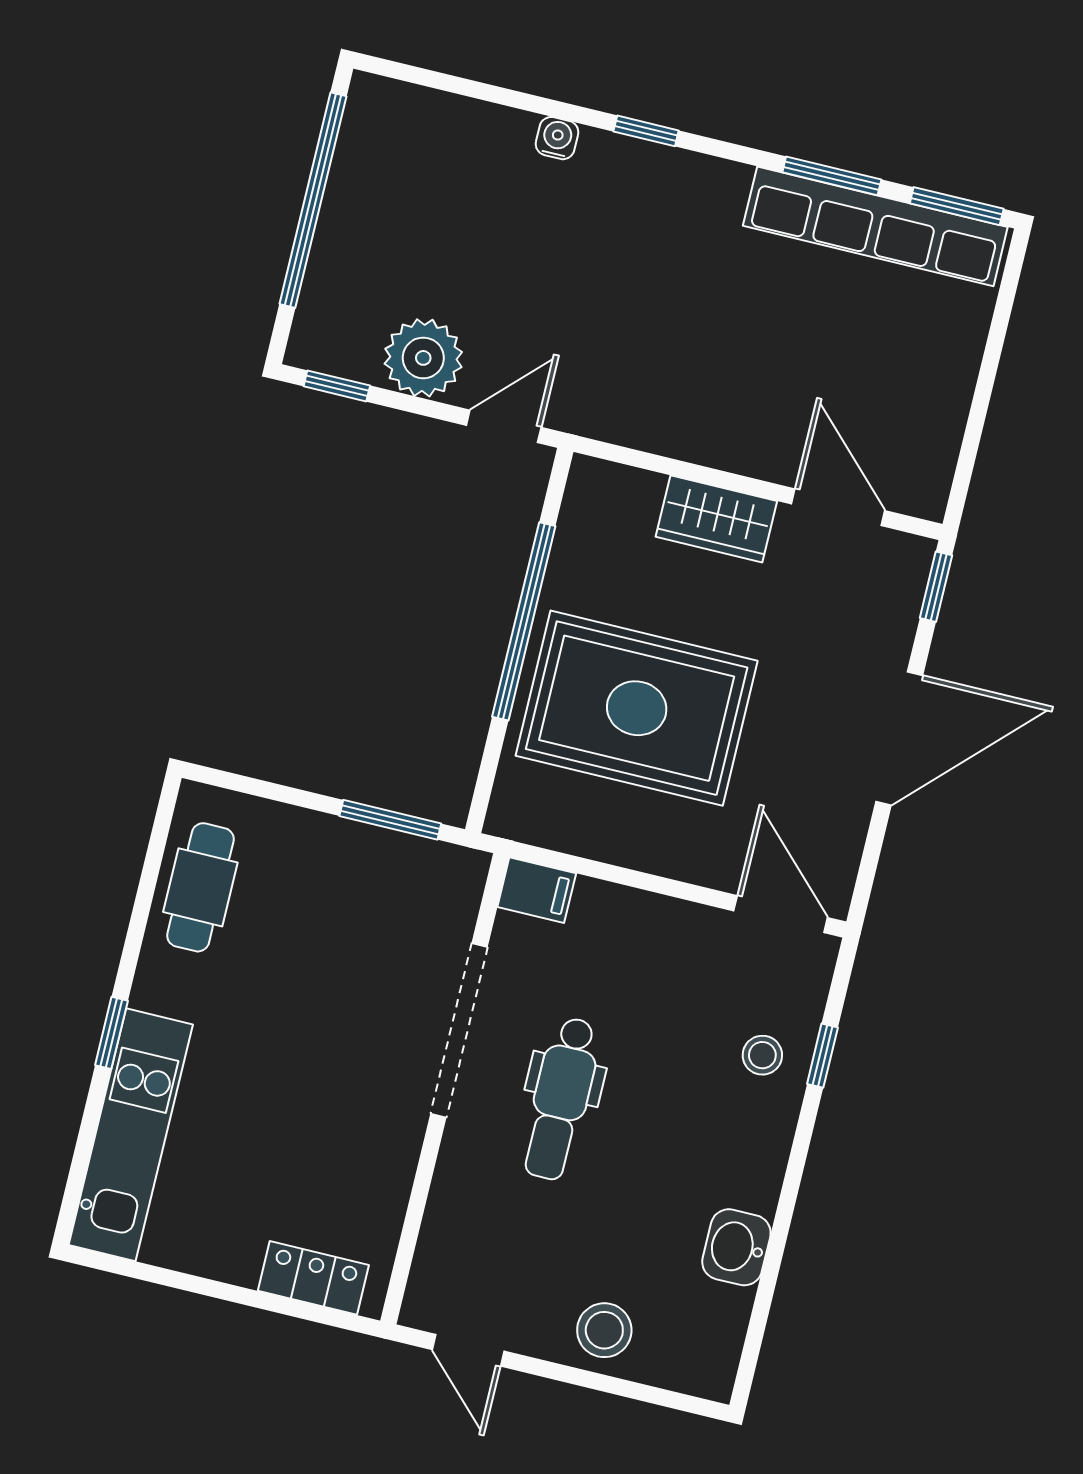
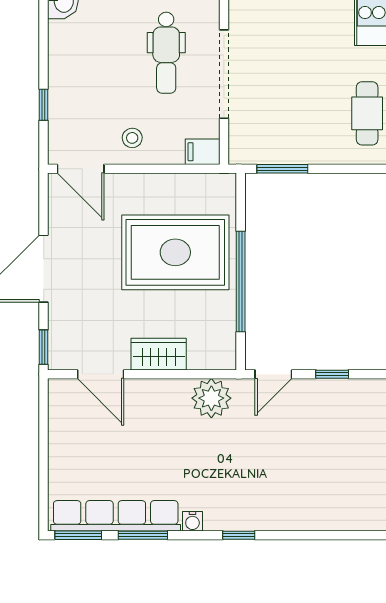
water cooler: (557, 138) -> (192, 521), moved
plant: (423, 358) -> (211, 398), moved
window: (337, 386) -> (332, 374), moved
stool: (762, 1055) -> (132, 138), moved
dental chair: (561, 1099) -> (166, 53), turned 180

